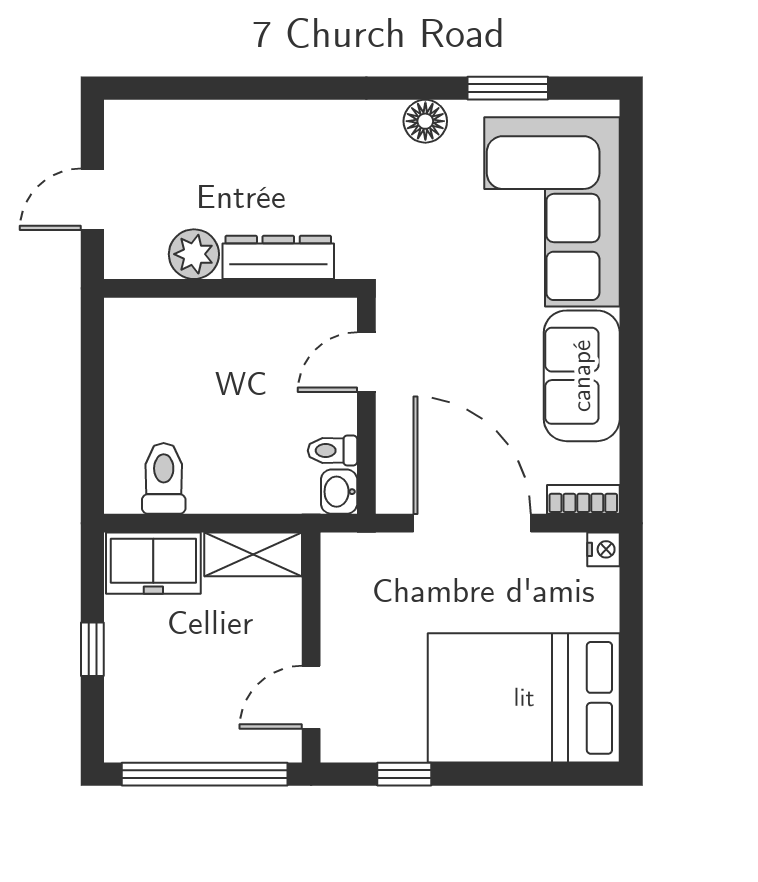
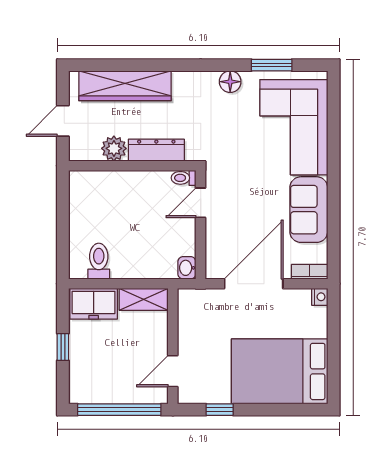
wardrobe: (216, 129) -> (125, 86), added
toilet: (333, 451) -> (184, 178), moved
door: (472, 523) -> (254, 284), hinge flipped

